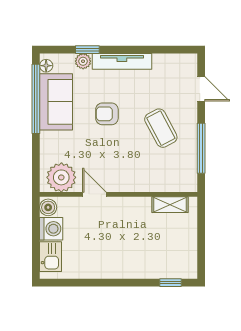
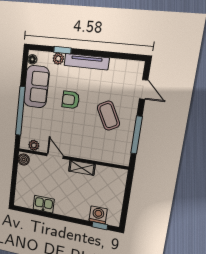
window: (36, 99) -> (20, 111), moved
plant: (61, 177) -> (34, 145), width x0.53, depth x0.53
shelving: (170, 205) -> (82, 168), moved
washing machine: (51, 229) -> (98, 215), moved, turned -90
kitchen sink: (51, 257) -> (44, 204), moved, turned -90

